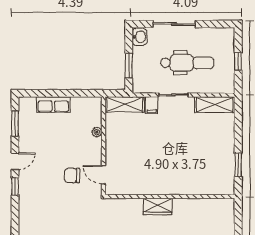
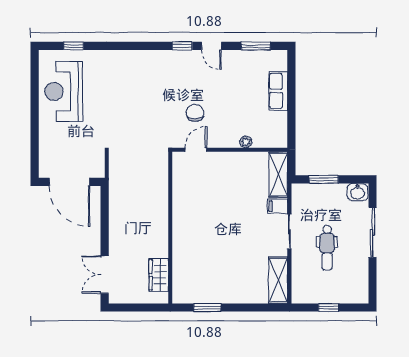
dental chair: (187, 63) -> (327, 248), width x0.73, depth x0.72
wardrobe: (158, 206) -> (159, 275), moved

